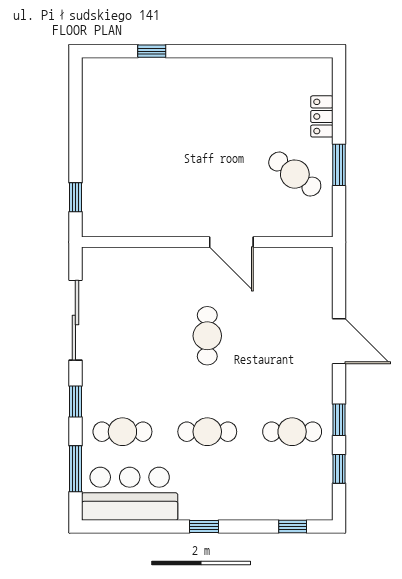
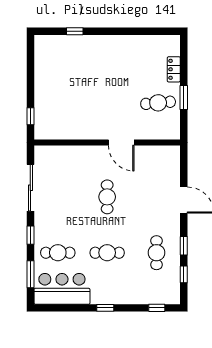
cafe table: (295, 174) -> (158, 103), turned -42
cafe table: (292, 432) -> (156, 253), turned 90

